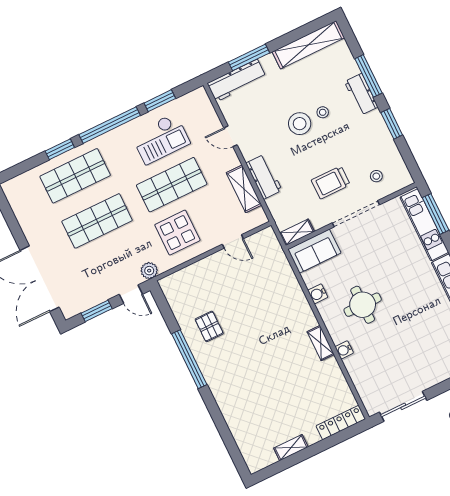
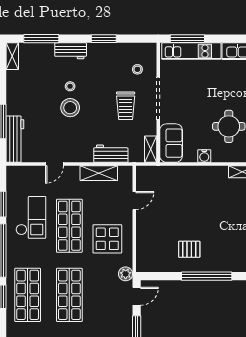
shelving: (308, 45) -> (12, 56), width x0.45, depth x0.75
window: (368, 76) -> (41, 39), moved
workbench: (264, 177) -> (111, 154), moved

